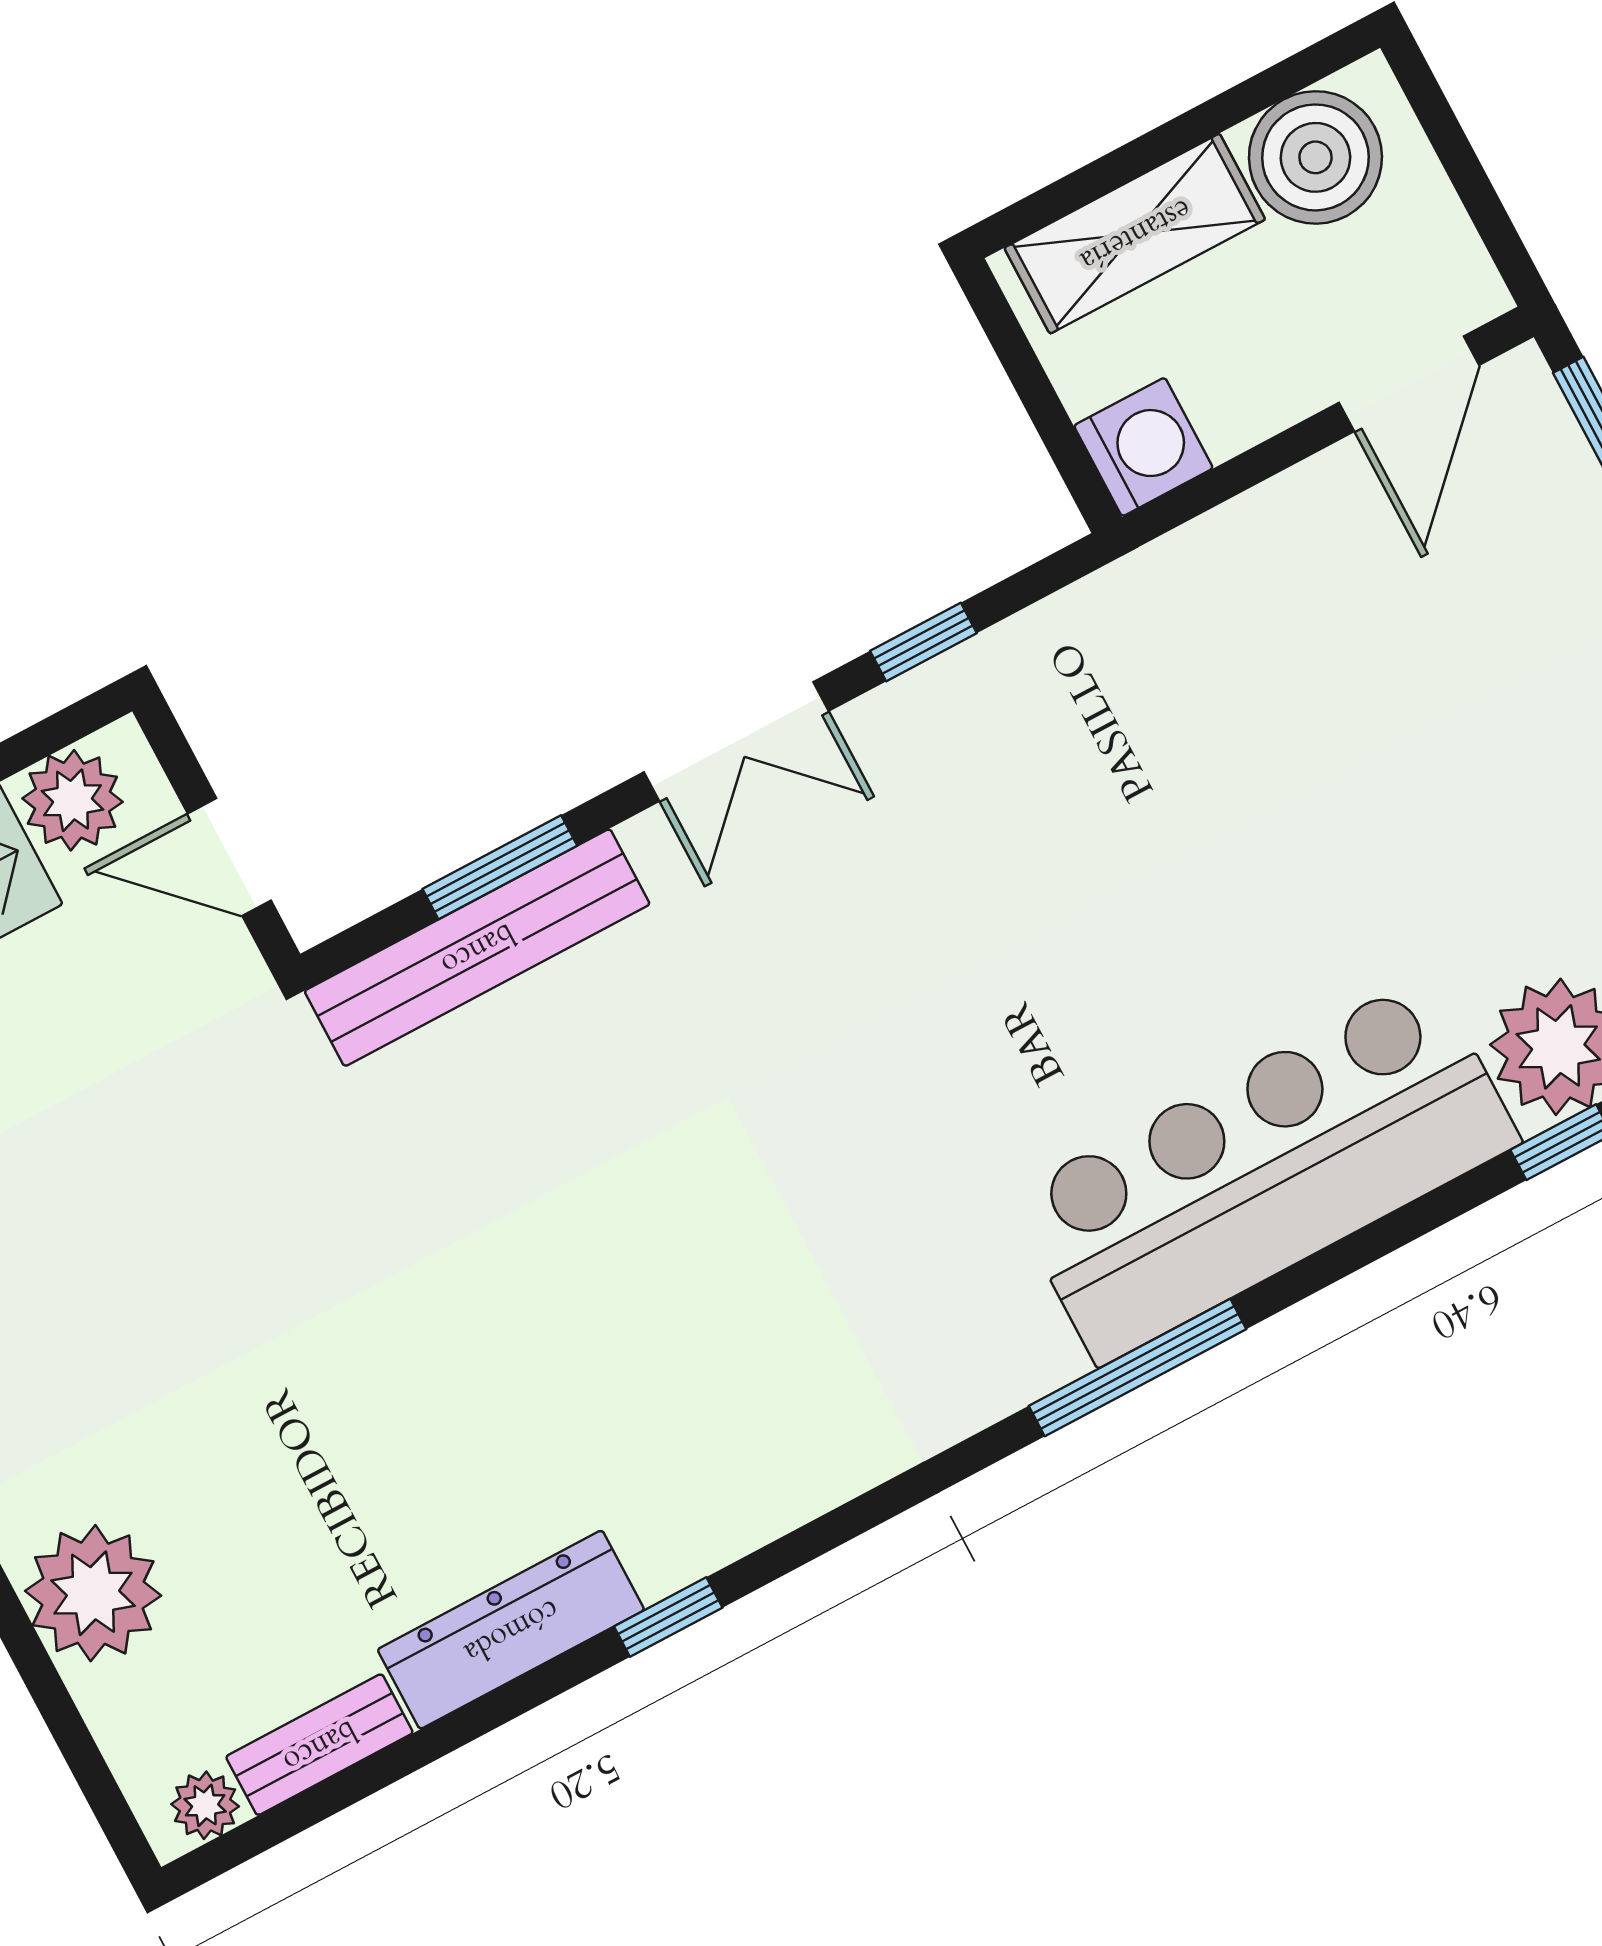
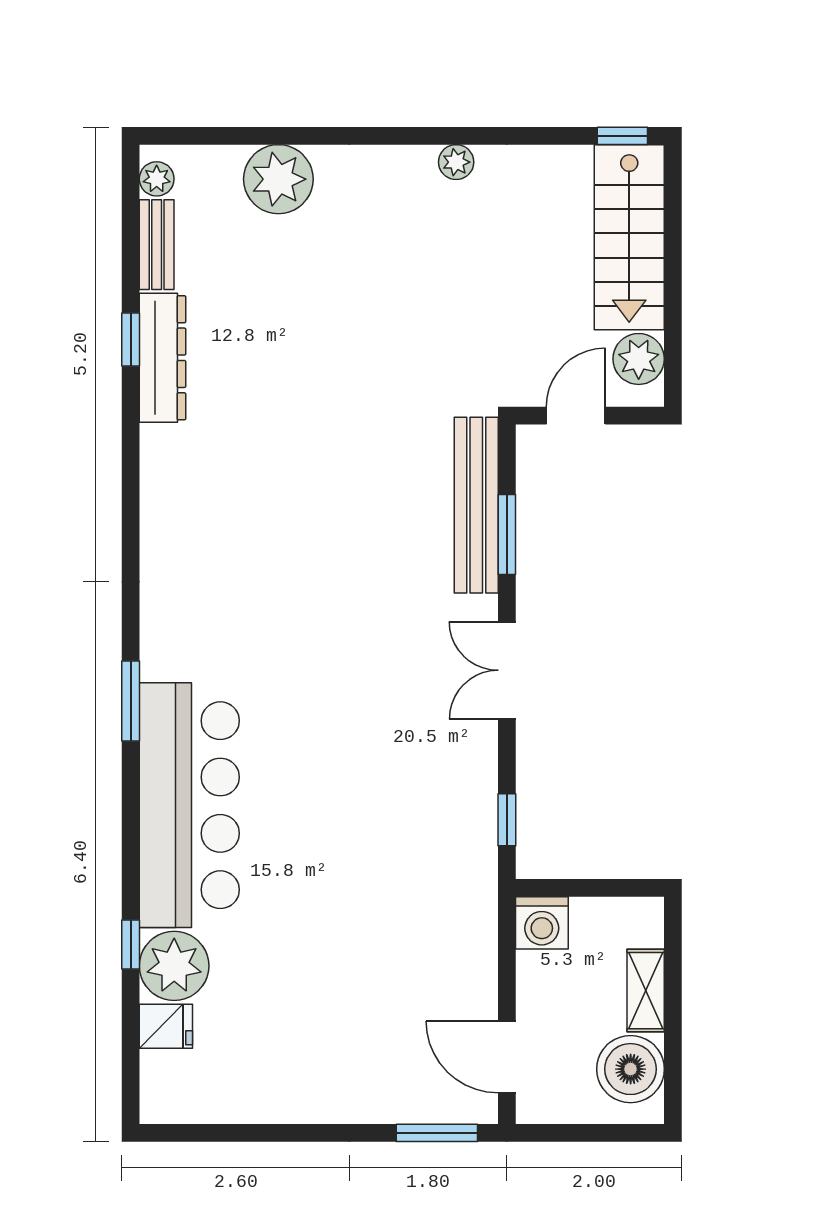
shelving: (1135, 234) -> (646, 991), width x0.67, depth x0.75
window: (923, 642) -> (507, 820), moved
window: (1137, 1368) -> (131, 701), width x0.69
window: (668, 1617) -> (131, 340), moved

